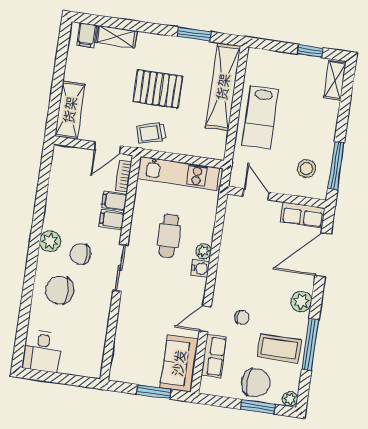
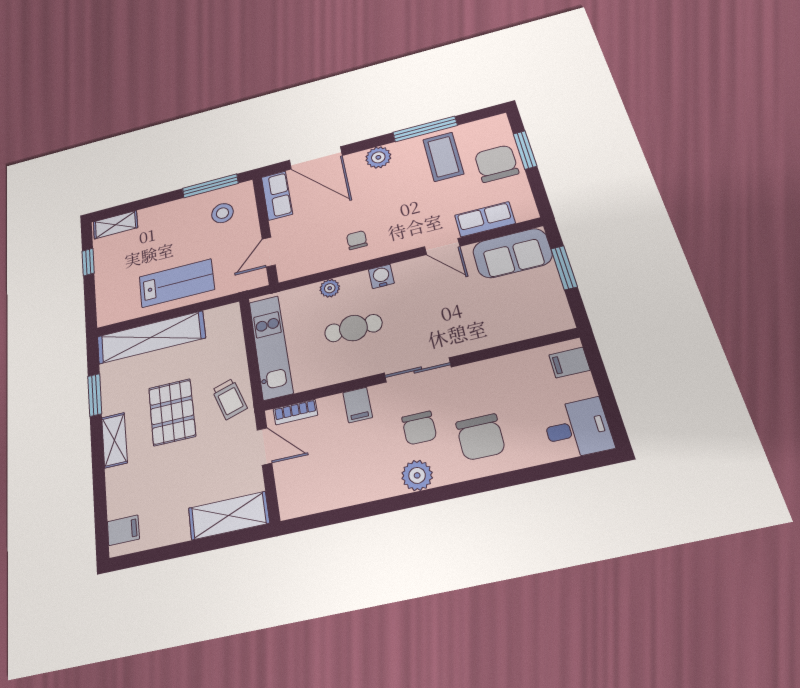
shelving: (116, 37) -> (114, 440), moved
filing cabinet: (114, 201) -> (569, 363), moved, turned 90
plant: (204, 251) -> (330, 288), moved
chair: (242, 317) -> (357, 240), moved
plant: (290, 399) -> (499, 123), removed

